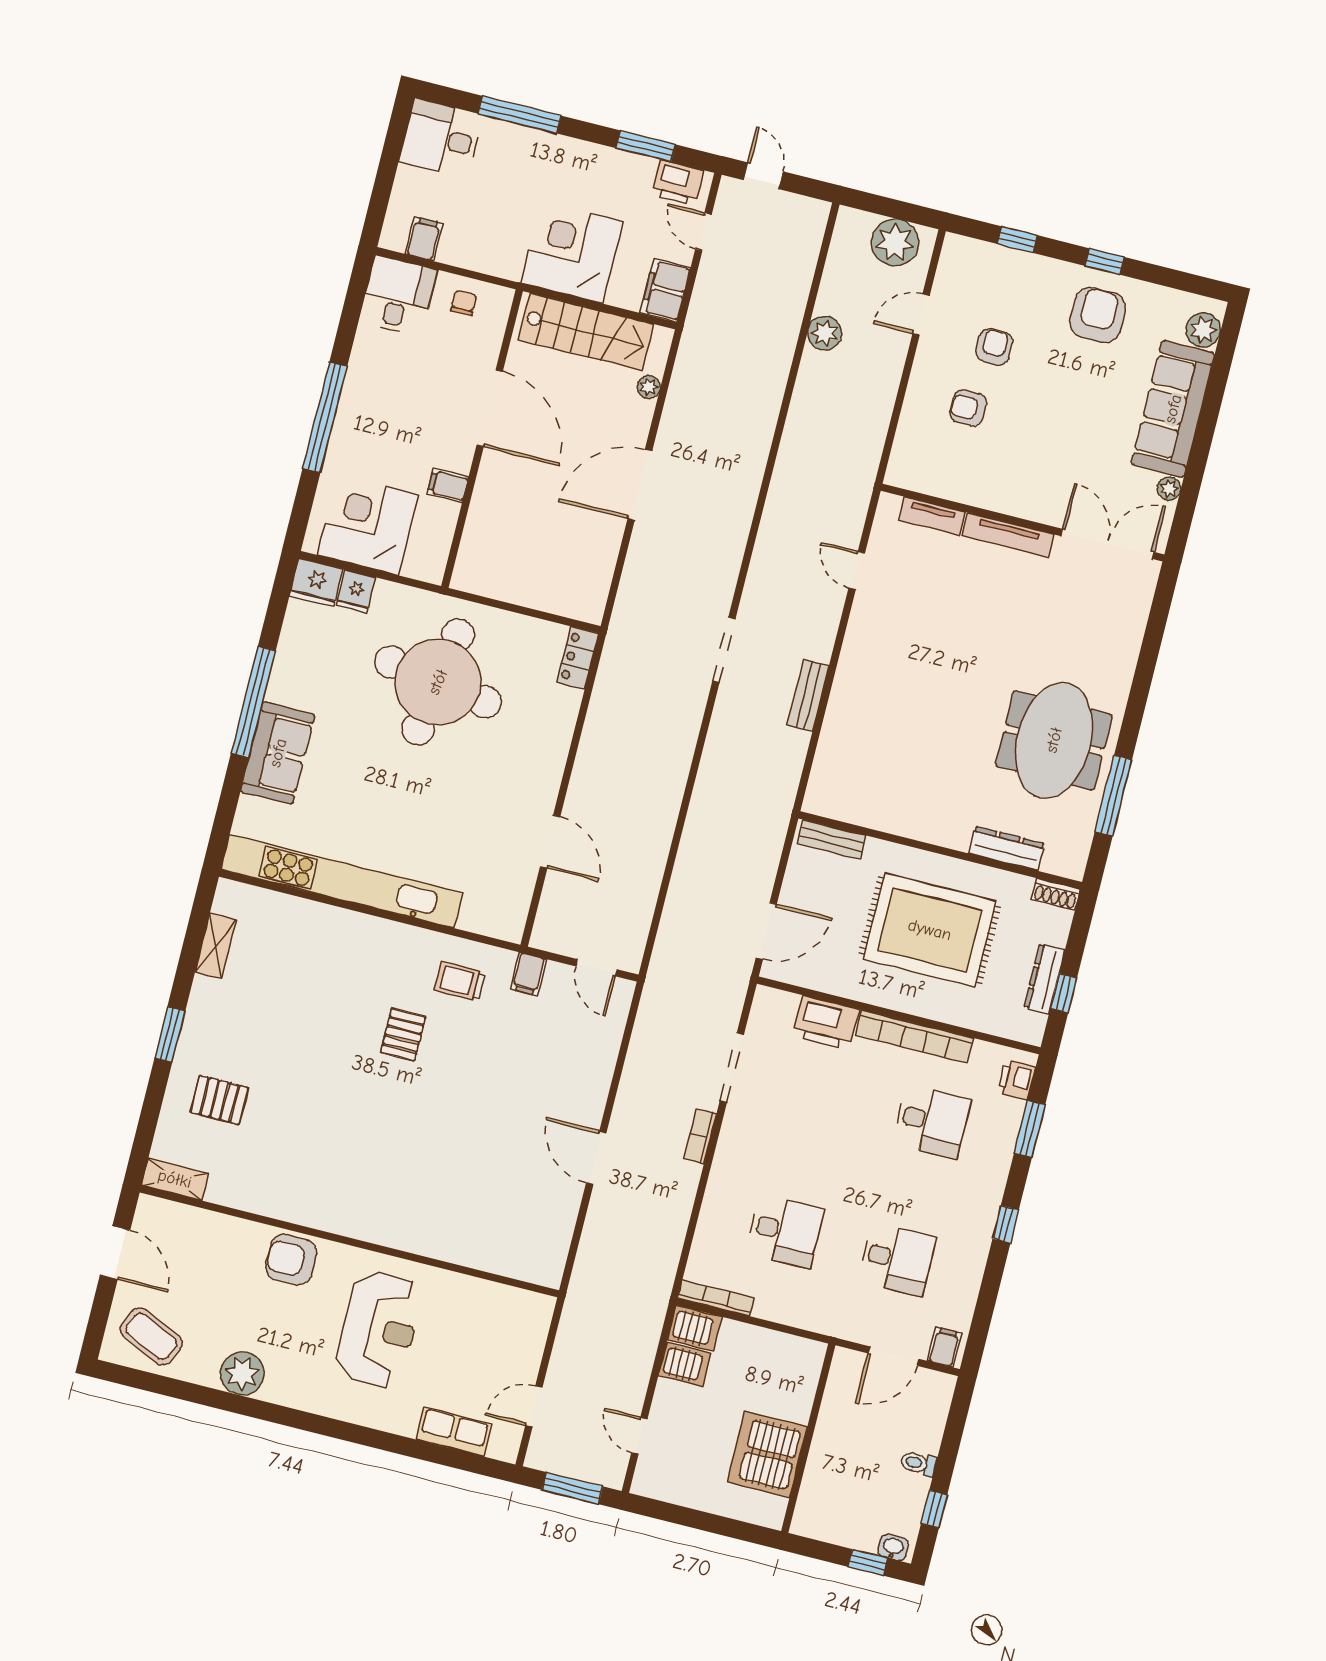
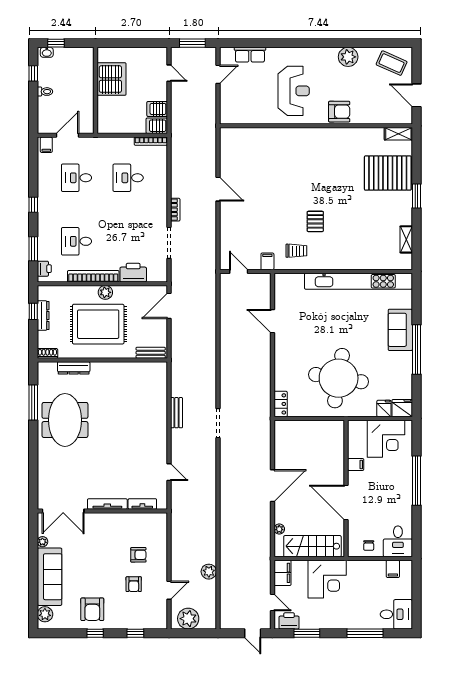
plant: (897, 995) -> (105, 292), added
pallet: (219, 1100) -> (388, 173), width x2.05, depth x2.00
reception desk: (379, 1329) -> (294, 91), turned 180

